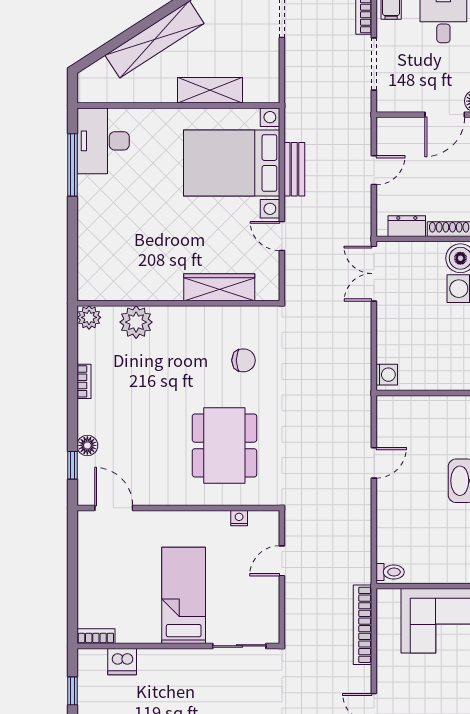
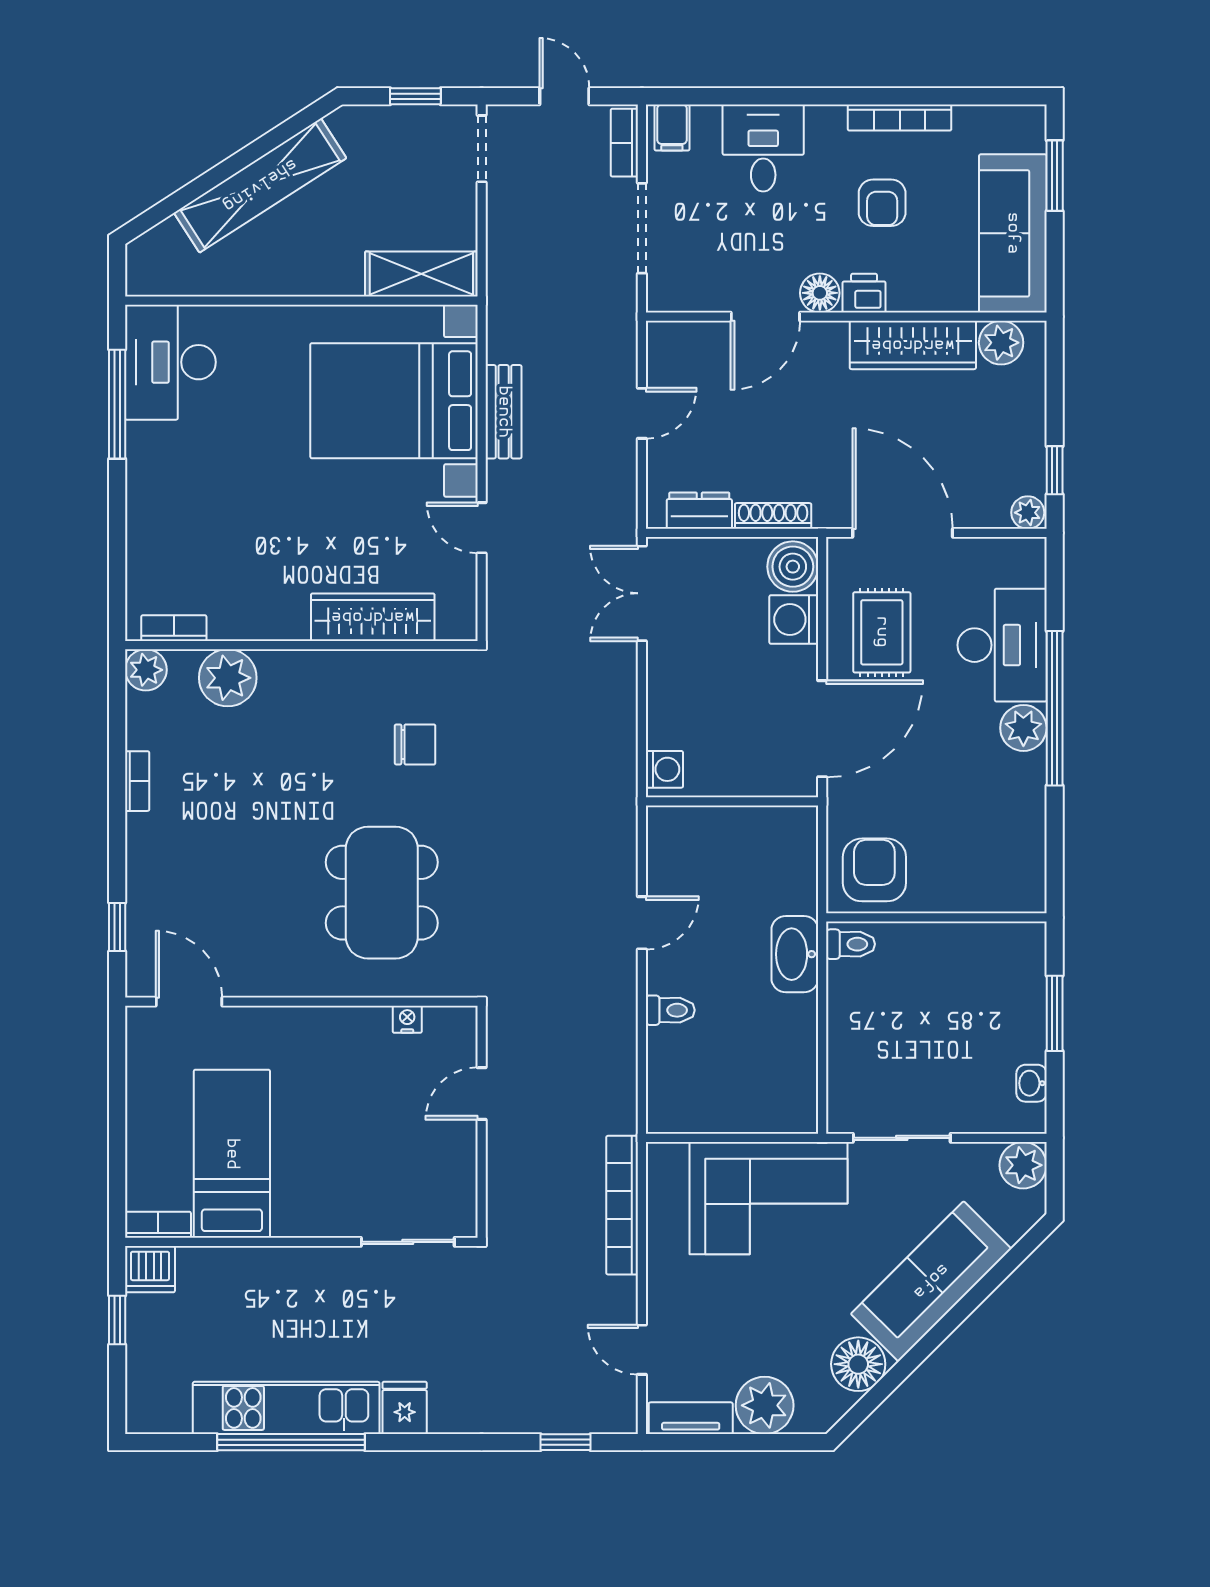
shelving: (210, 90) -> (421, 274), moved
bookcase: (105, 294) -> (174, 628), added
floor lamp: (87, 445) -> (143, 893), removed
toilet: (390, 572) -> (670, 1010), moved
bed: (184, 595) -> (232, 1154), moved
dishwasher: (122, 662) -> (150, 1269), moved

